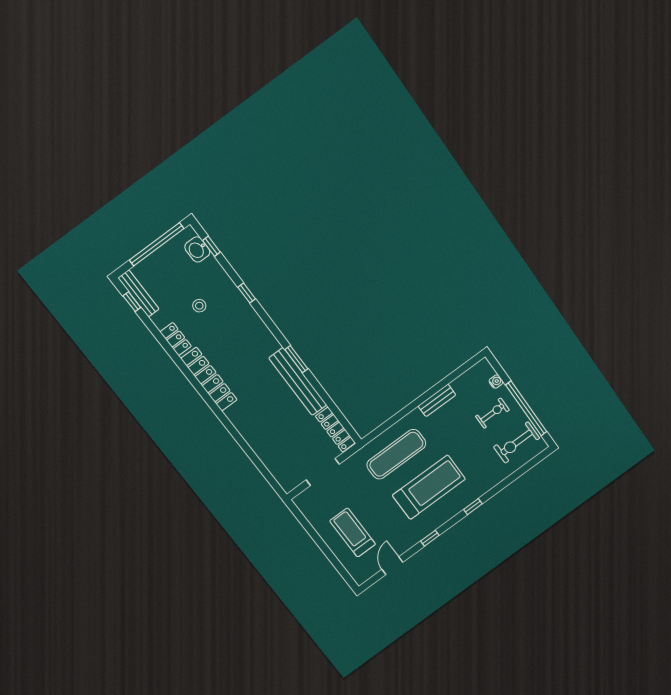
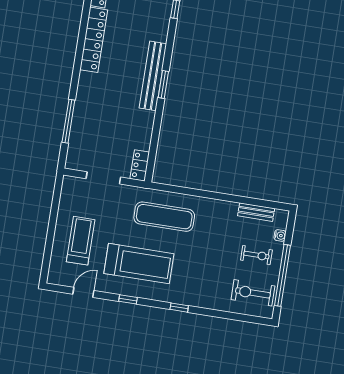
bench: (298, 382) -> (153, 76), moved
bench: (437, 400) -> (256, 212), moved
locker: (335, 430) -> (140, 165), width x0.66
window: (254, 458) -> (68, 121), added
treadmill: (429, 487) -> (139, 264), moved

